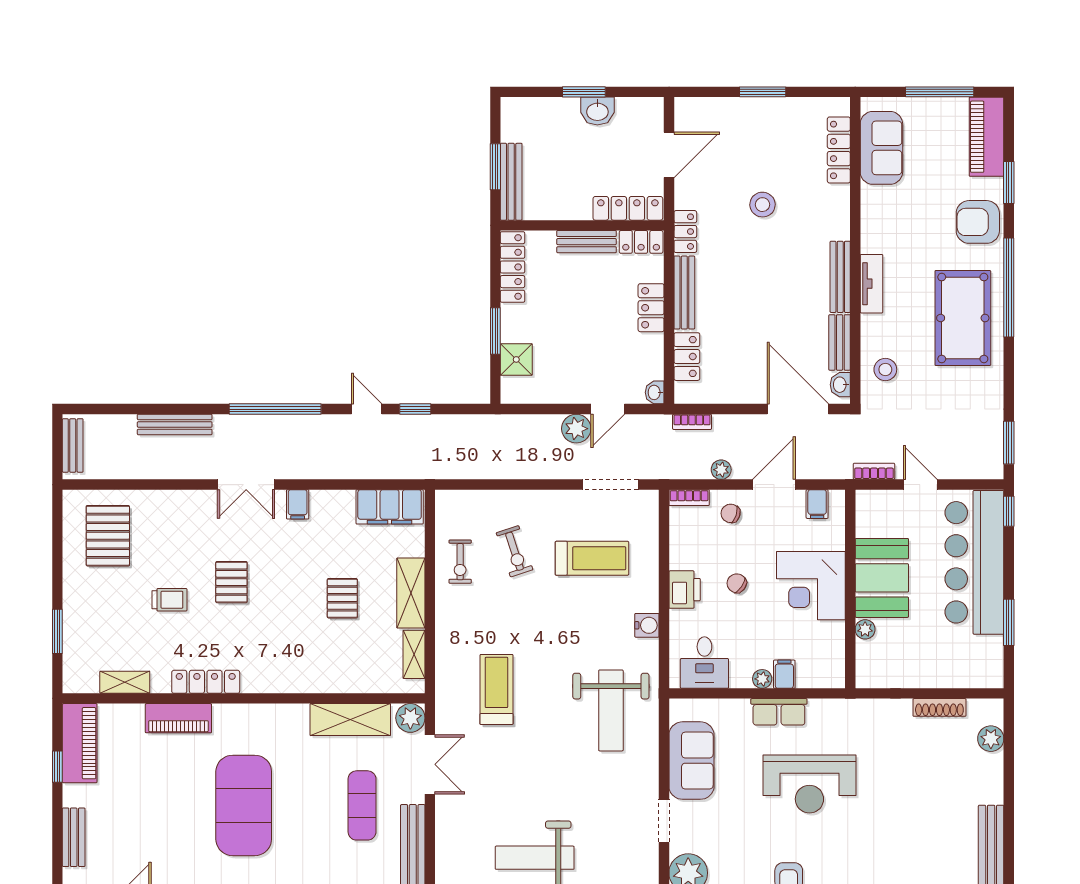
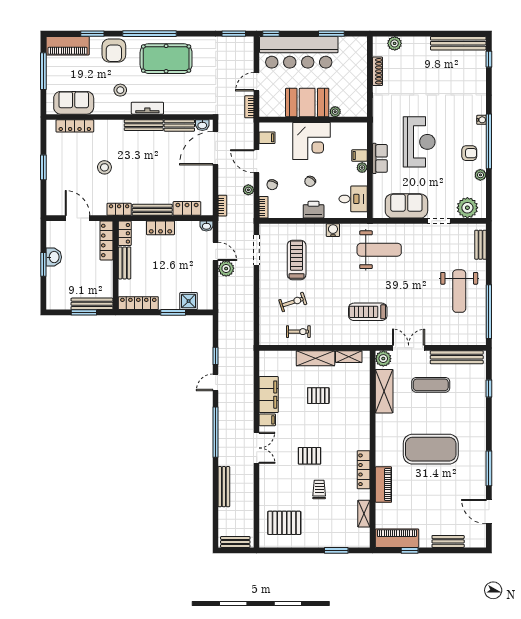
stool: (885, 369) -> (120, 90), moved
filing cabinet: (390, 507) -> (269, 395), moved

